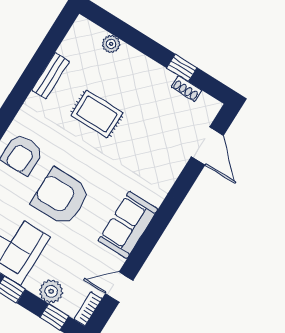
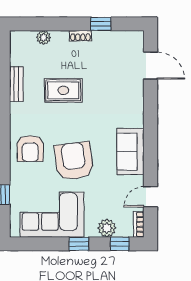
shoe rack: (186, 89) -> (80, 36), moved
armchair: (61, 197) -> (74, 161), turned 83

